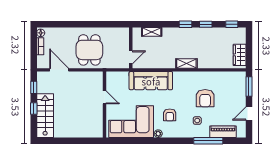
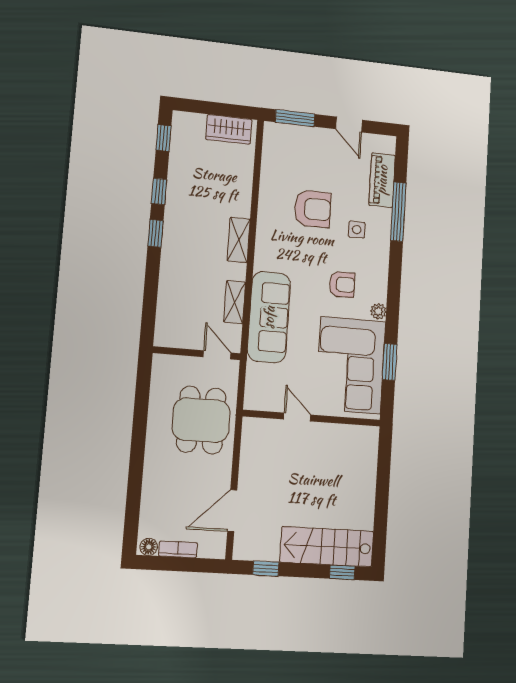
shelving: (152, 32) -> (235, 302), moved
dining table: (89, 50) -> (201, 420), moved, turned 90
door: (105, 97) -> (297, 417), hinge flipped
window: (34, 108) -> (342, 572), moved
window: (134, 141) -> (390, 362), added

